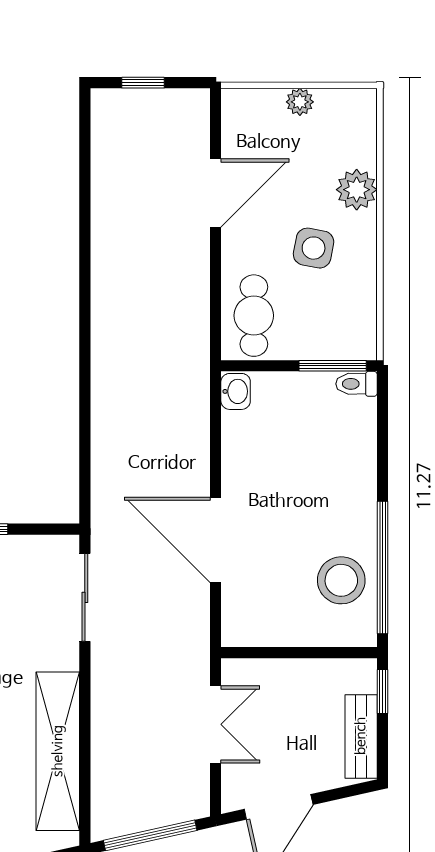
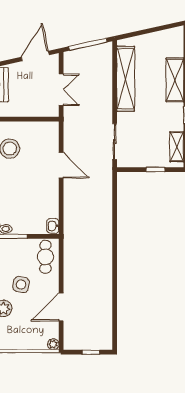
plant: (300, 102) -> (53, 344), moved
door: (216, 540) -> (61, 165), width x0.73
double door: (216, 724) -> (61, 90), swing flipped

